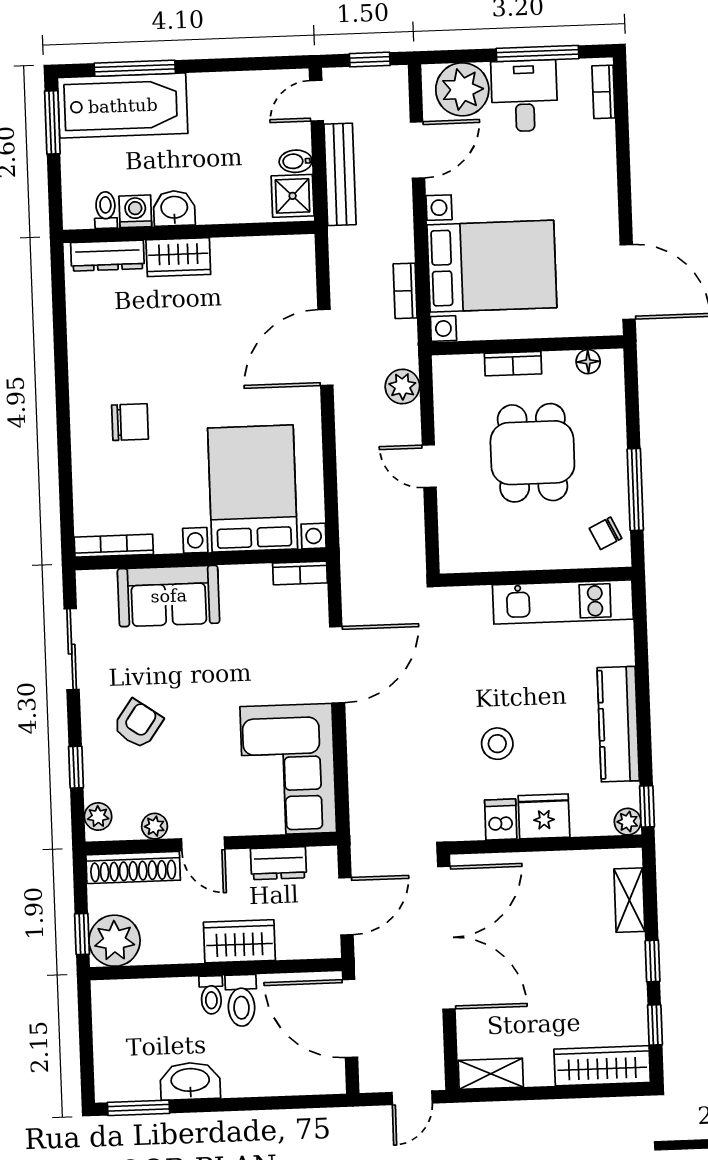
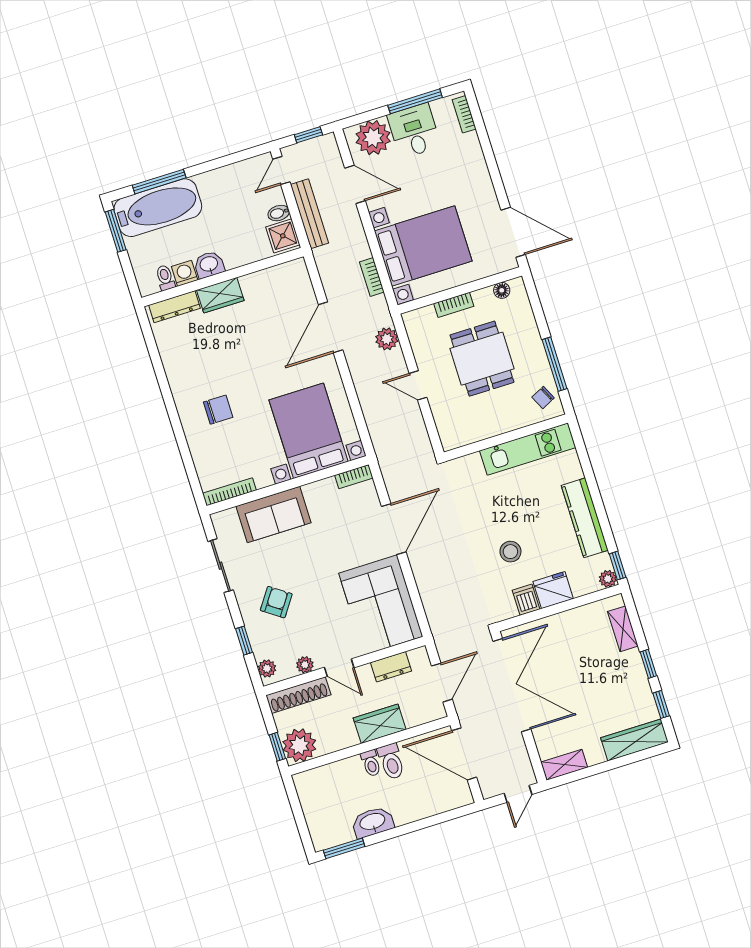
door: (418, 150) -> (355, 184), hinge flipped

